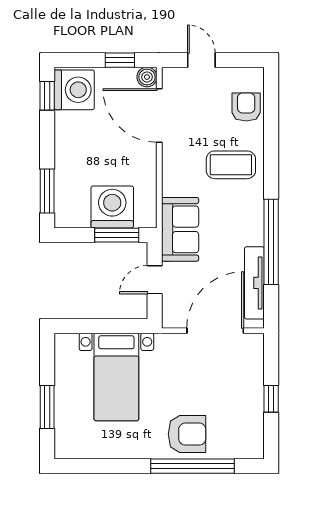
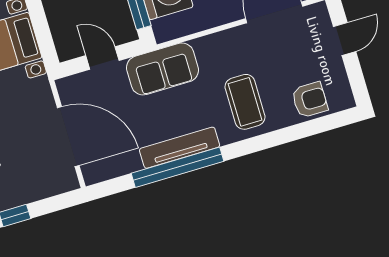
tv unit: (254, 283) -> (180, 148), moved

